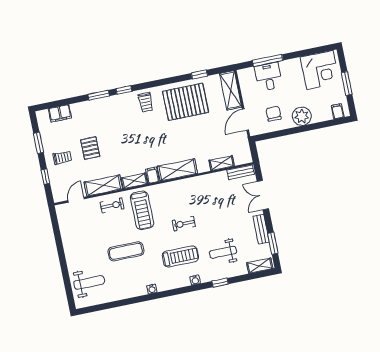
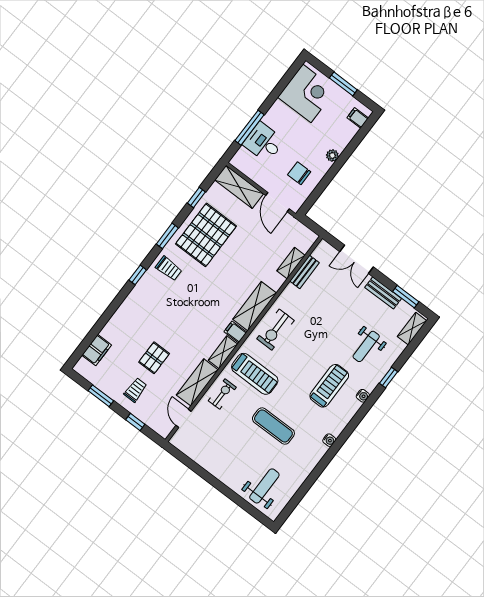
window: (99, 95) -> (167, 236), moved
plant: (302, 116) -> (332, 156), width x0.53, depth x0.53
pallet: (90, 148) -> (154, 358), turned 90
bench: (241, 172) -> (304, 272), moved
exercise bike: (184, 224) -> (275, 330), moved, width x1.38, depth x1.39
exercise mat: (126, 251) -> (273, 426), turned 90

